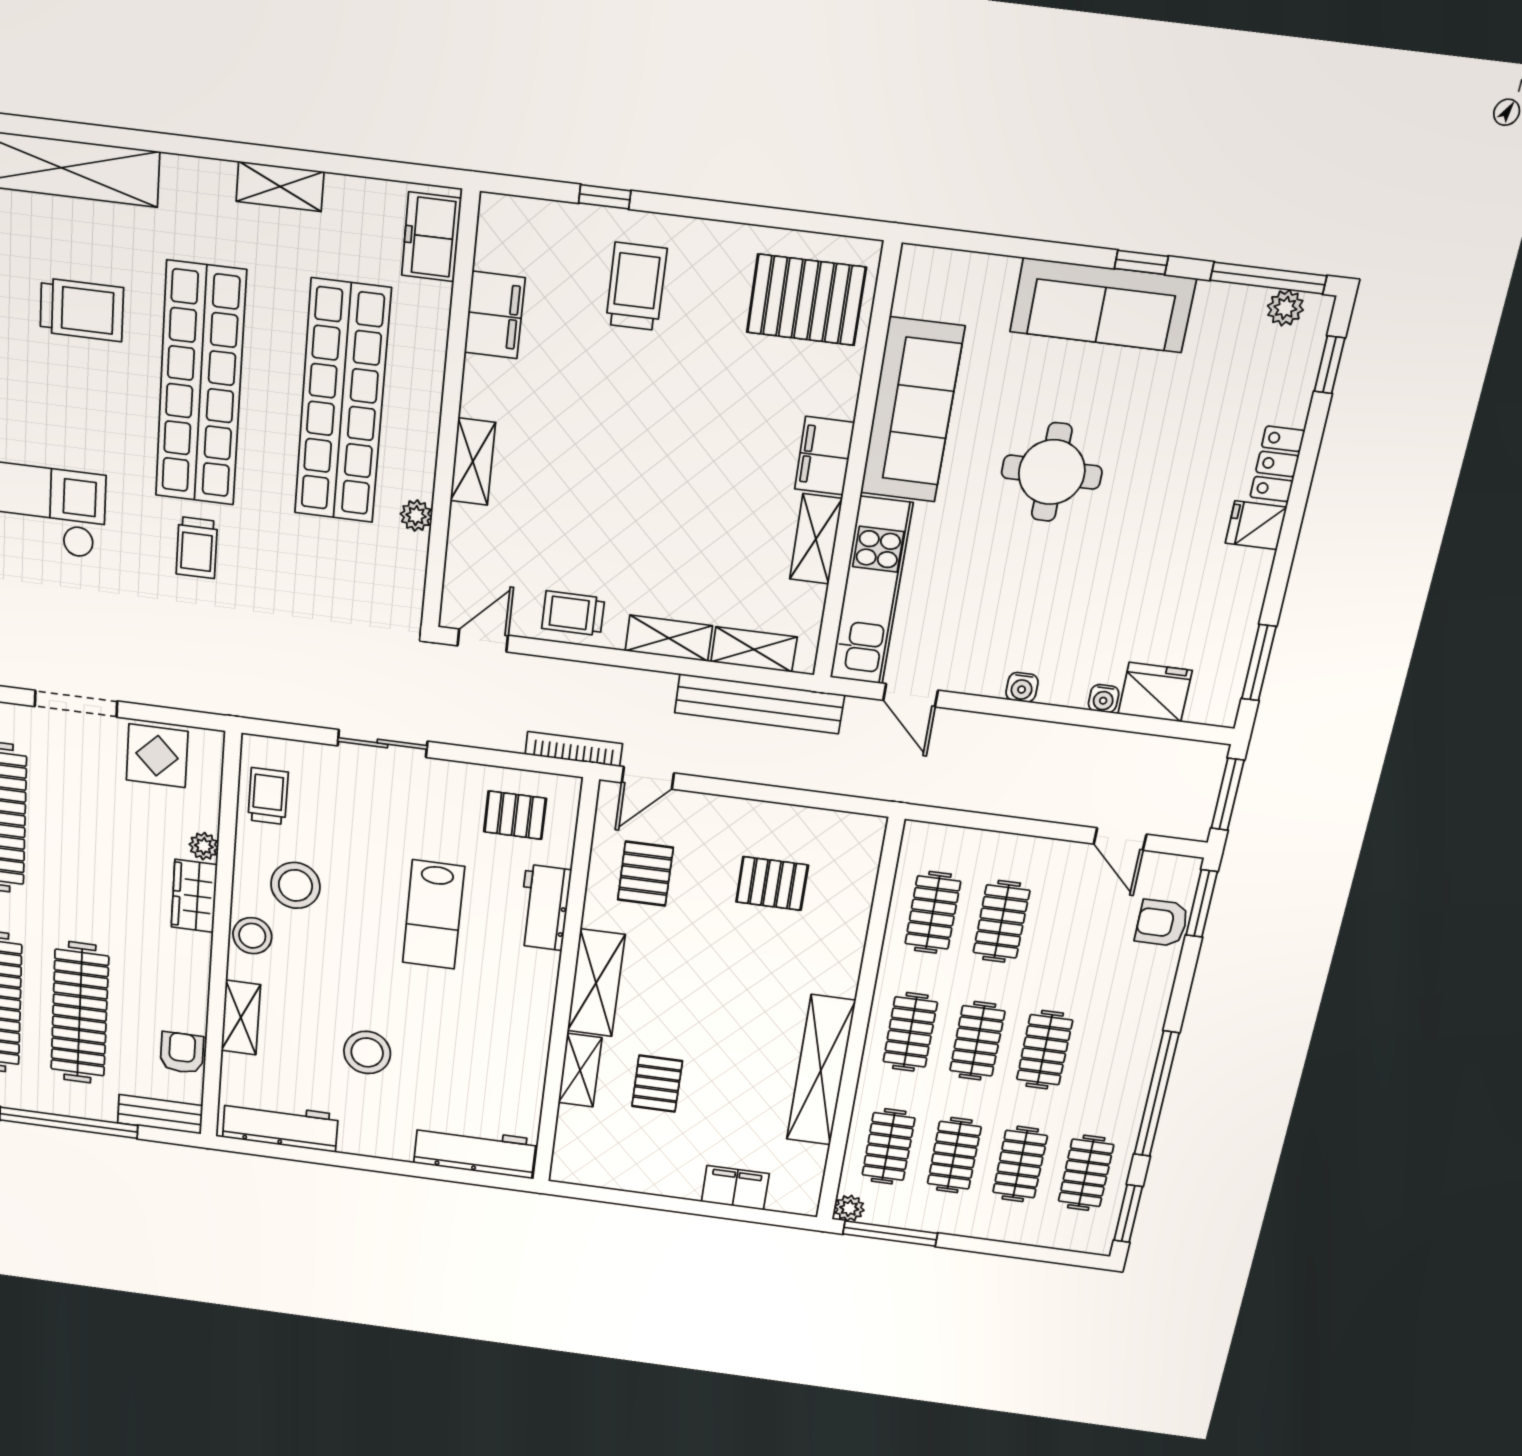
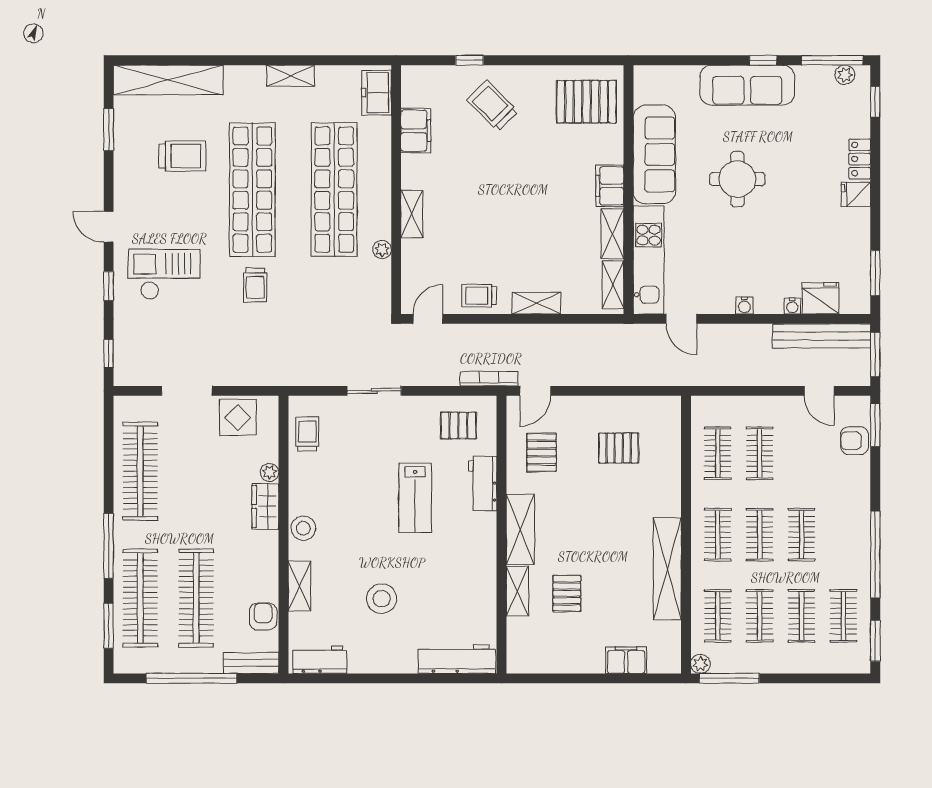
trolley: (636, 287) -> (492, 106), turned -45
shelving: (754, 649) -> (613, 285), moved, turned 90
bench: (759, 704) -> (822, 336), moved
stool: (295, 885) -> (328, 490), removed
workbench: (280, 1126) -> (320, 660), width x0.73

